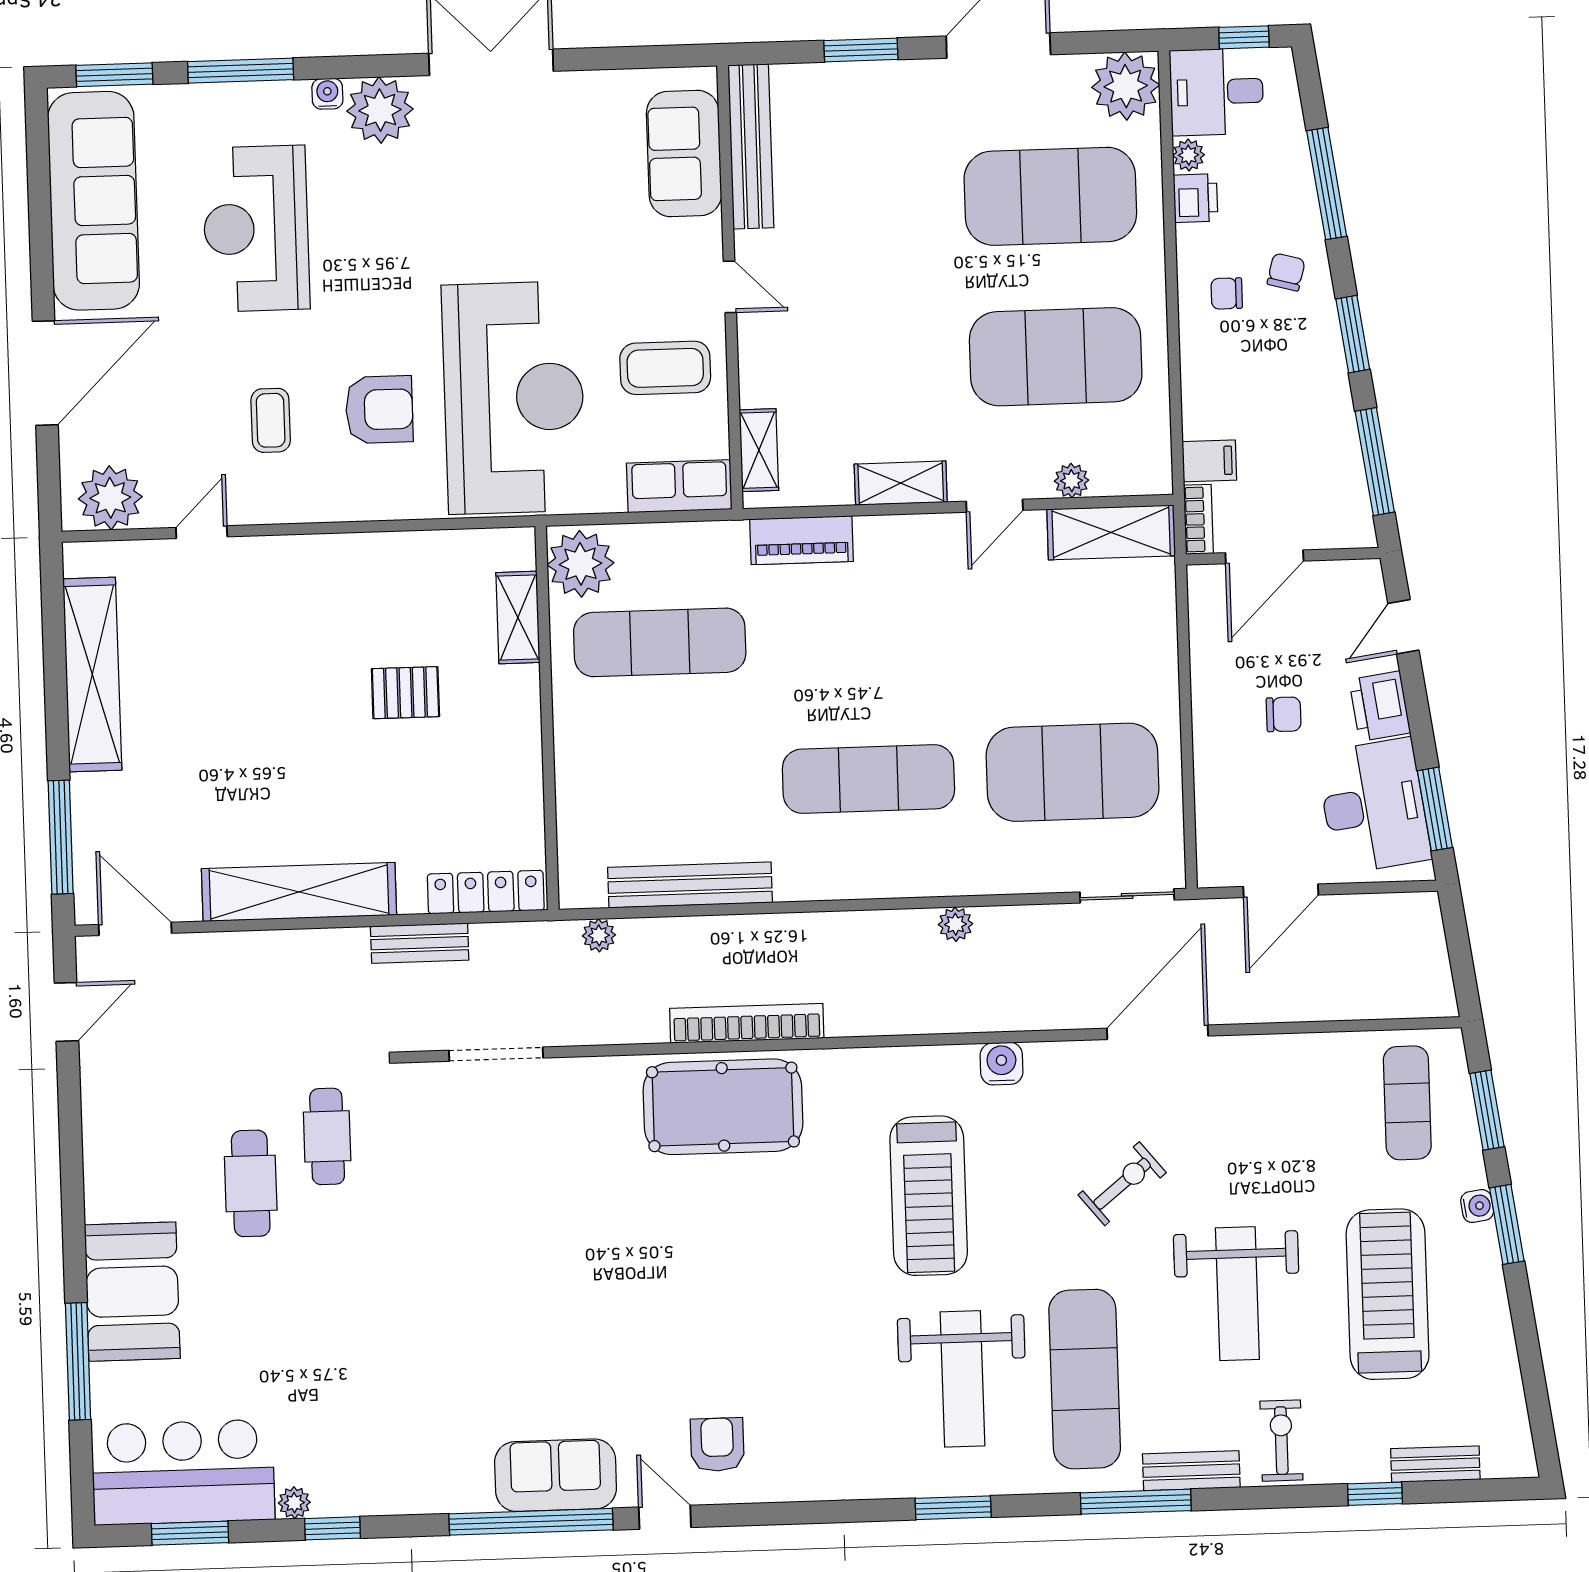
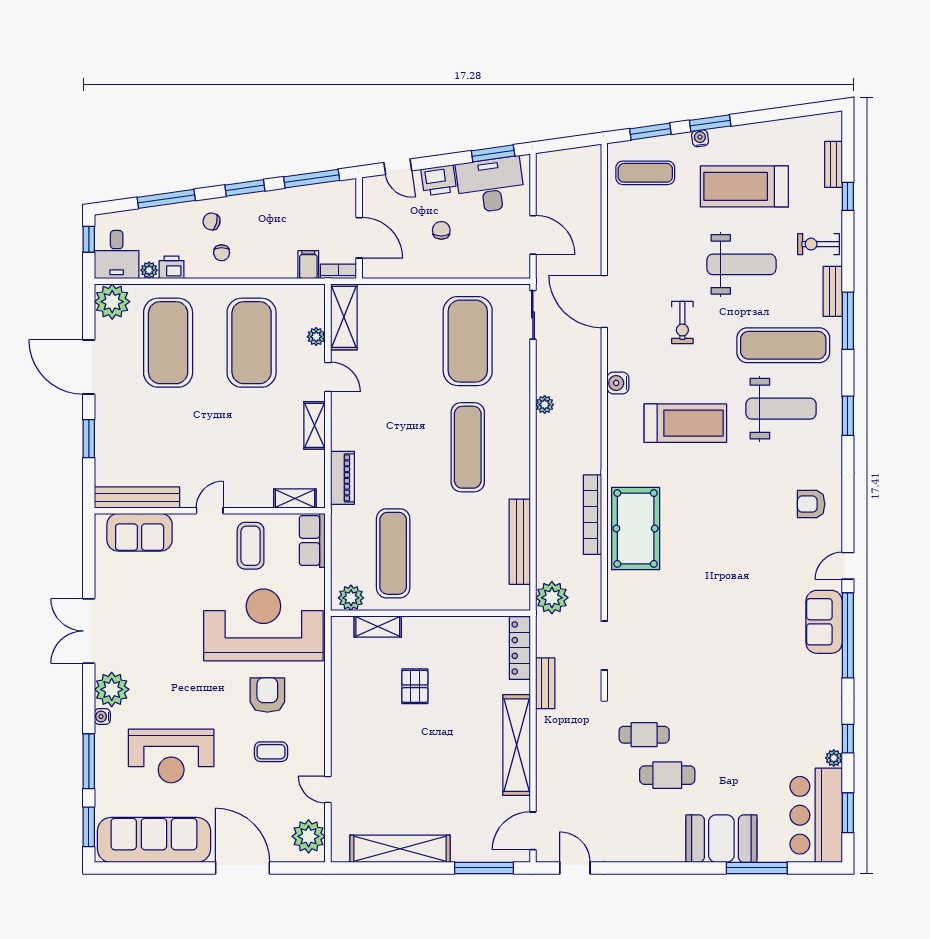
plant: (581, 564) -> (351, 598), width x0.73, depth x0.73
plant: (599, 935) -> (552, 598), width x1.88, depth x1.88
exercise bike: (1122, 1184) -> (682, 322), turned -141
armchair: (717, 1445) -> (811, 504), moved

